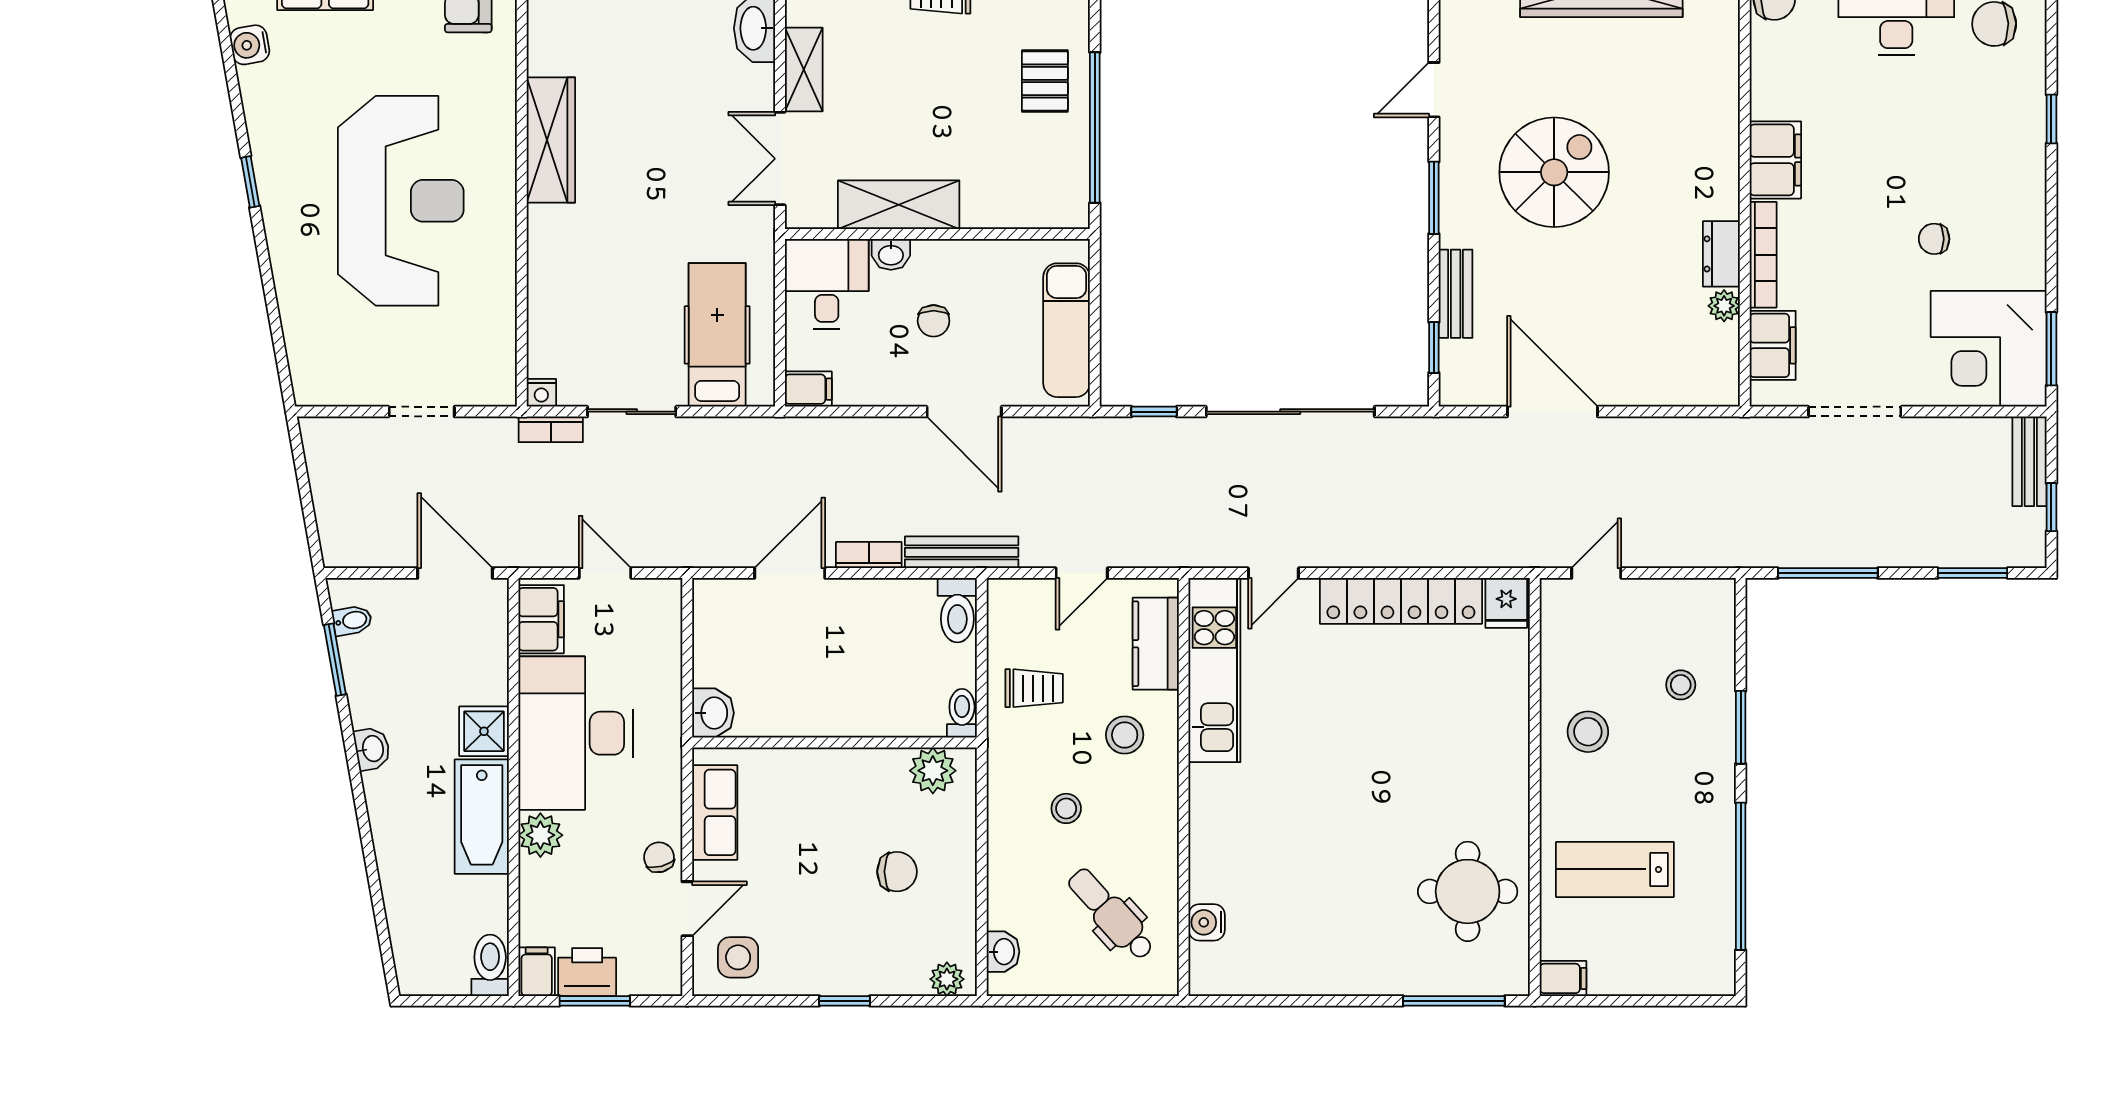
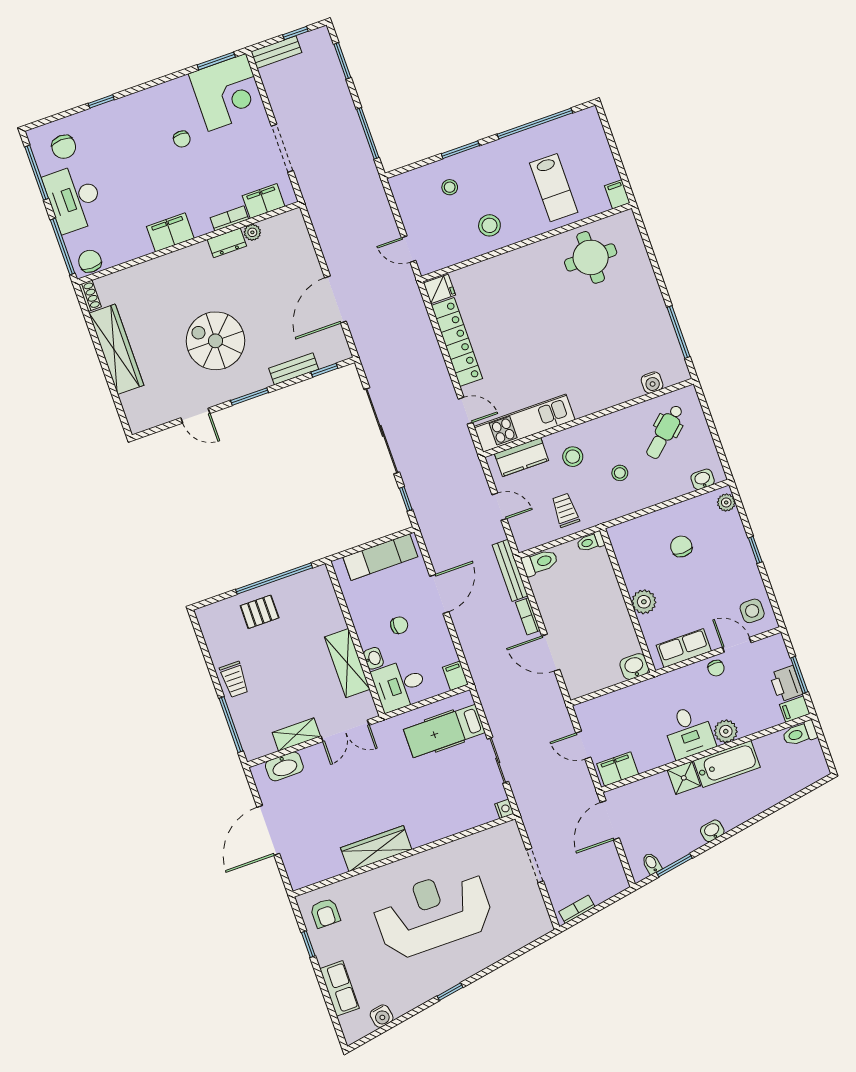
bookcase: (1763, 255) -> (229, 218), width x0.64
bookcase: (551, 429) -> (577, 909), moved, turned -100
door: (605, 573) -> (583, 745), hinge flipped
desk: (576, 733) -> (689, 732), width x0.53, depth x0.77
plant: (933, 771) -> (644, 602), moved
chair: (659, 857) -> (716, 668), turned -75
window: (1454, 1001) -> (678, 332), moved

